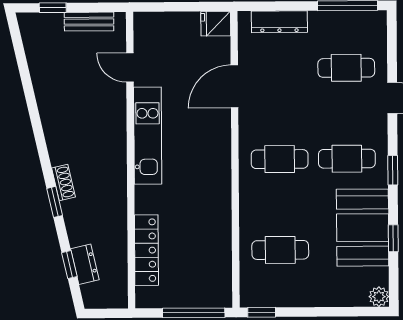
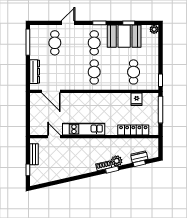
fridge: (216, 24) -> (137, 99), moved
door: (130, 68) -> (54, 137), swing flipped
door: (234, 86) -> (51, 91), moved
plant: (75, 212) -> (117, 161), added

